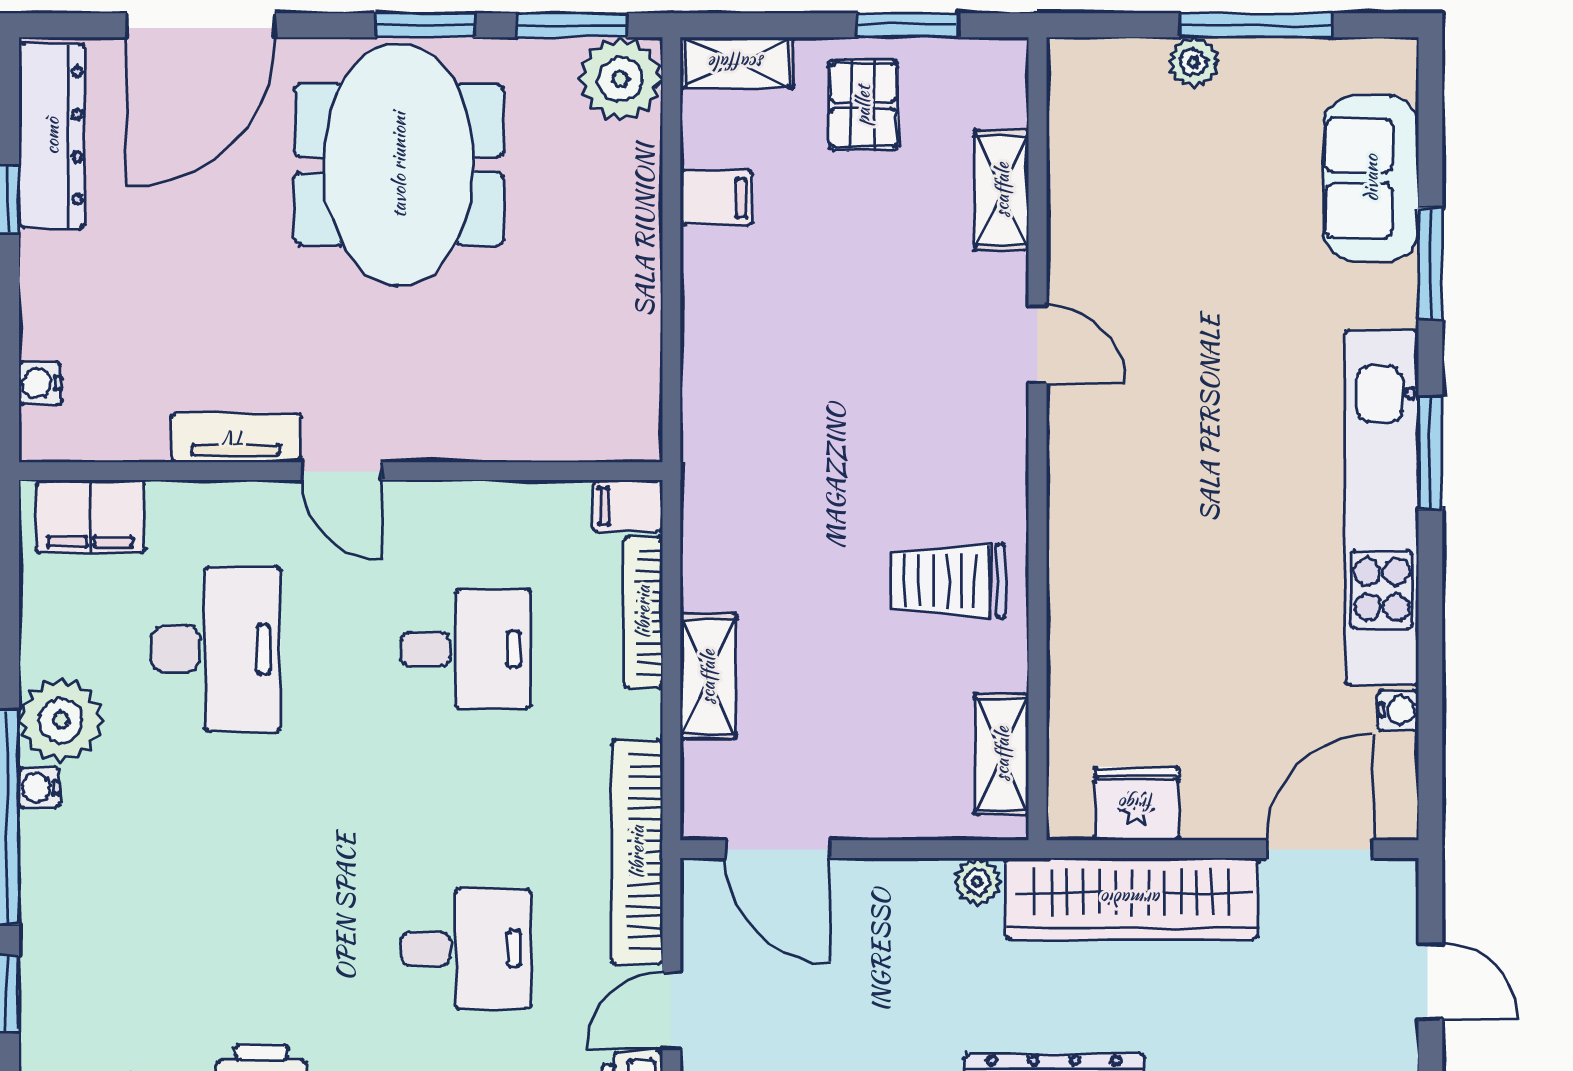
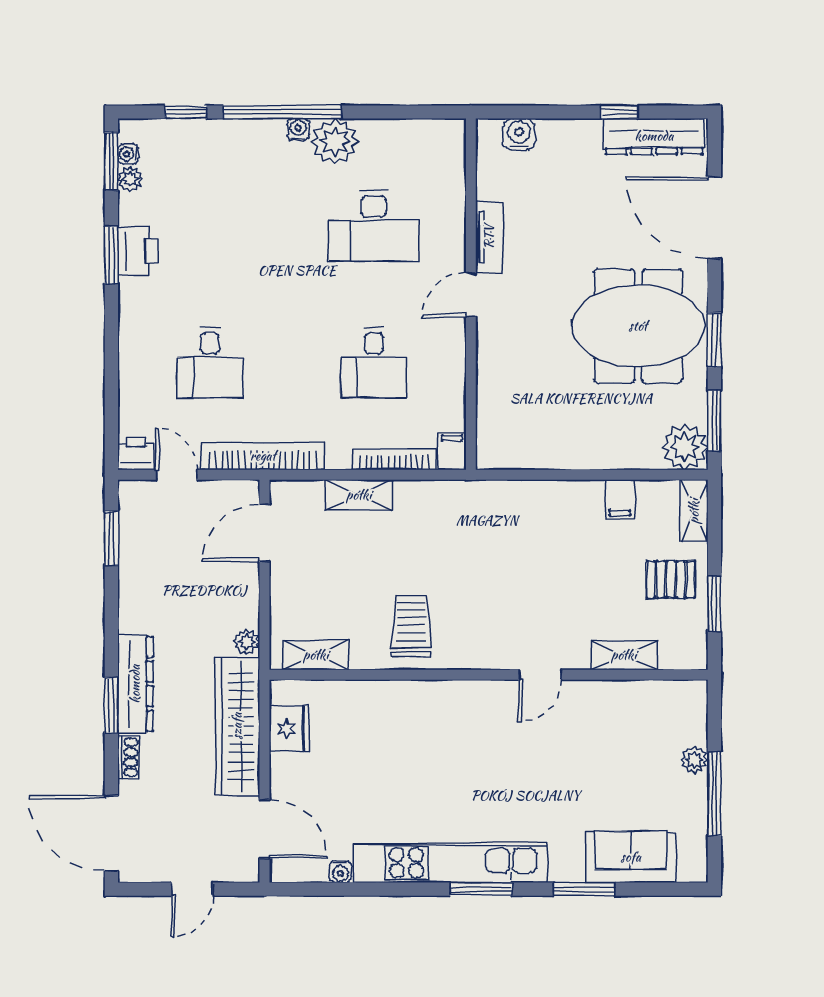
water cooler: (40, 383) -> (519, 134), width x1.38, depth x1.38
filing cabinet: (90, 516) -> (446, 157), removed

